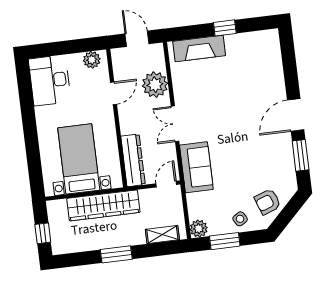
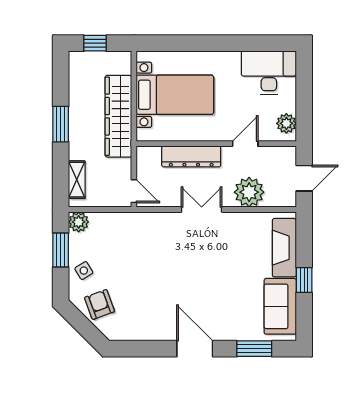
door: (113, 93) -> (245, 144), swing flipped
window: (301, 155) -> (254, 349), moved
dresser: (133, 160) -> (191, 156), moved
sofa: (196, 167) -> (280, 306), moved, turned 90

